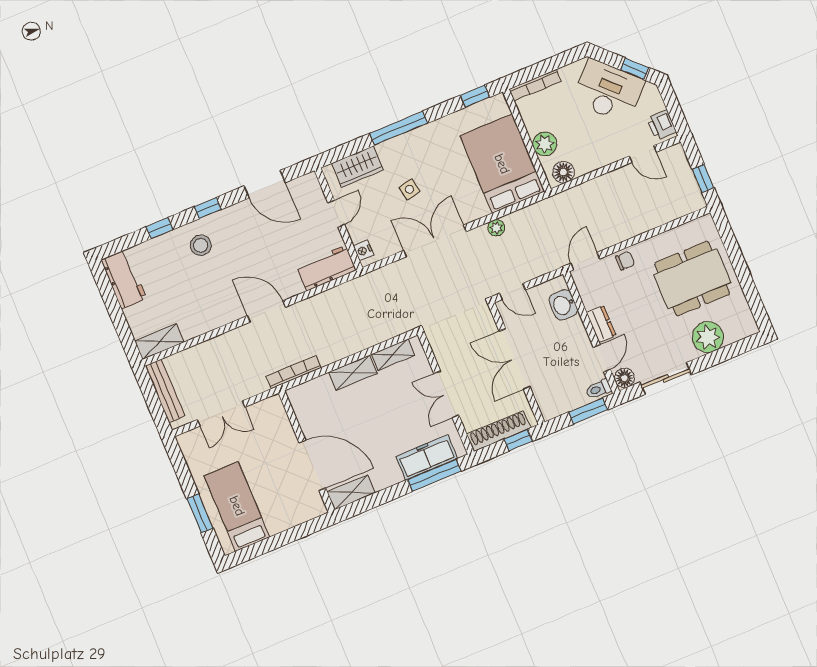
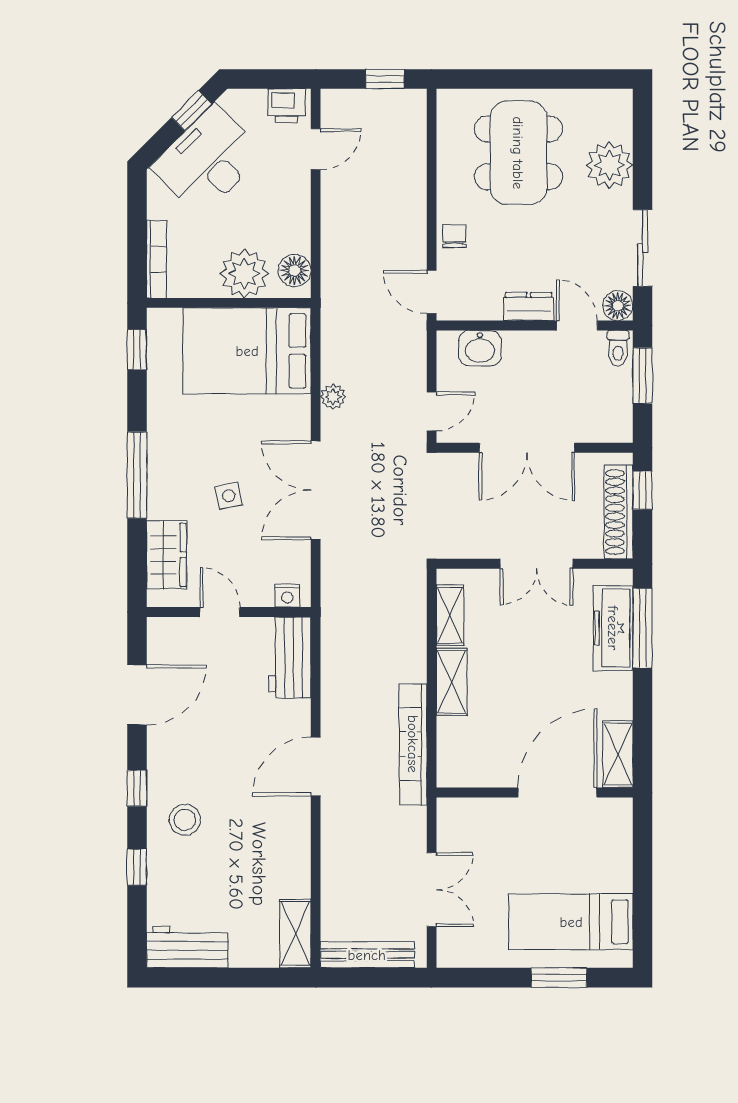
plant: (545, 144) -> (244, 274), width x1.36, depth x1.36
bookcase: (294, 372) -> (413, 744), width x1.48, depth x1.31

